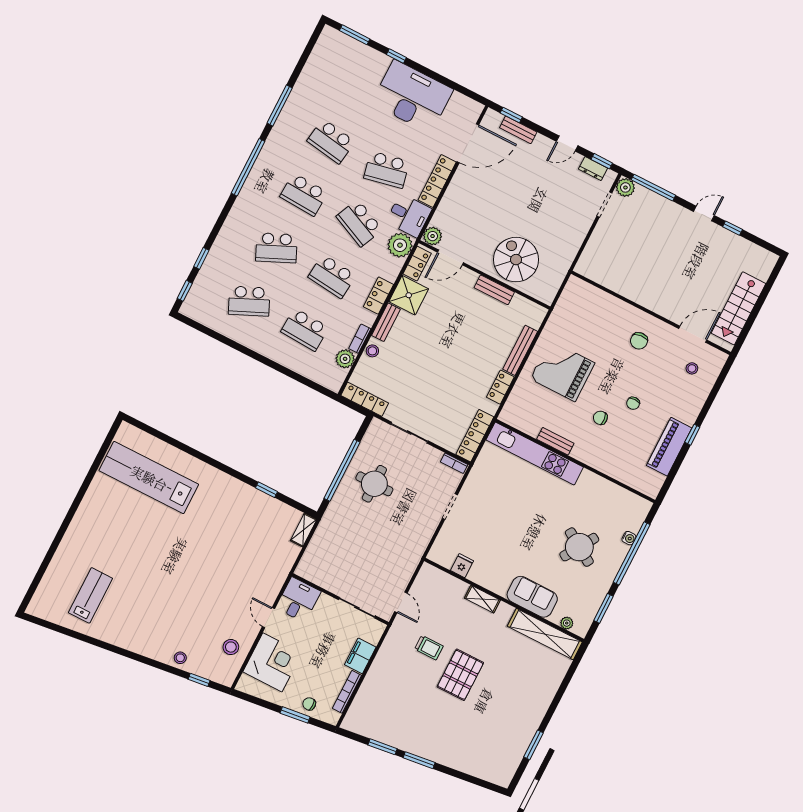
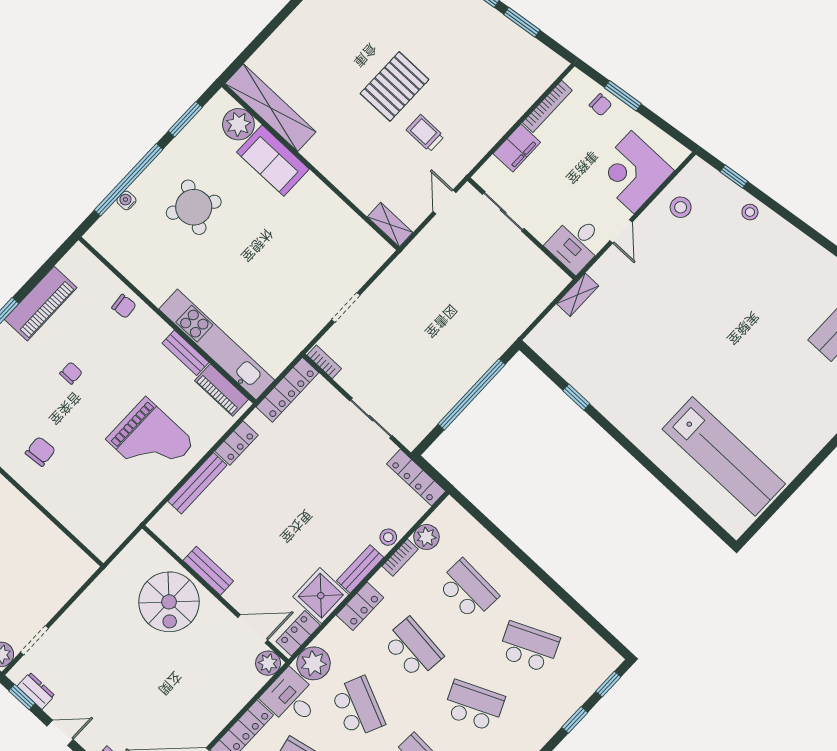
chair: (600, 418) -> (124, 306), moved
piano: (522, 422) -> (221, 390), added
round table: (374, 484) -> (435, 365), removed
shelving: (304, 530) -> (578, 295), moved
fridge: (462, 566) -> (352, 227), removed
shelving: (482, 599) -> (390, 225), moved
plant: (567, 623) -> (238, 124), width x1.88, depth x1.88

